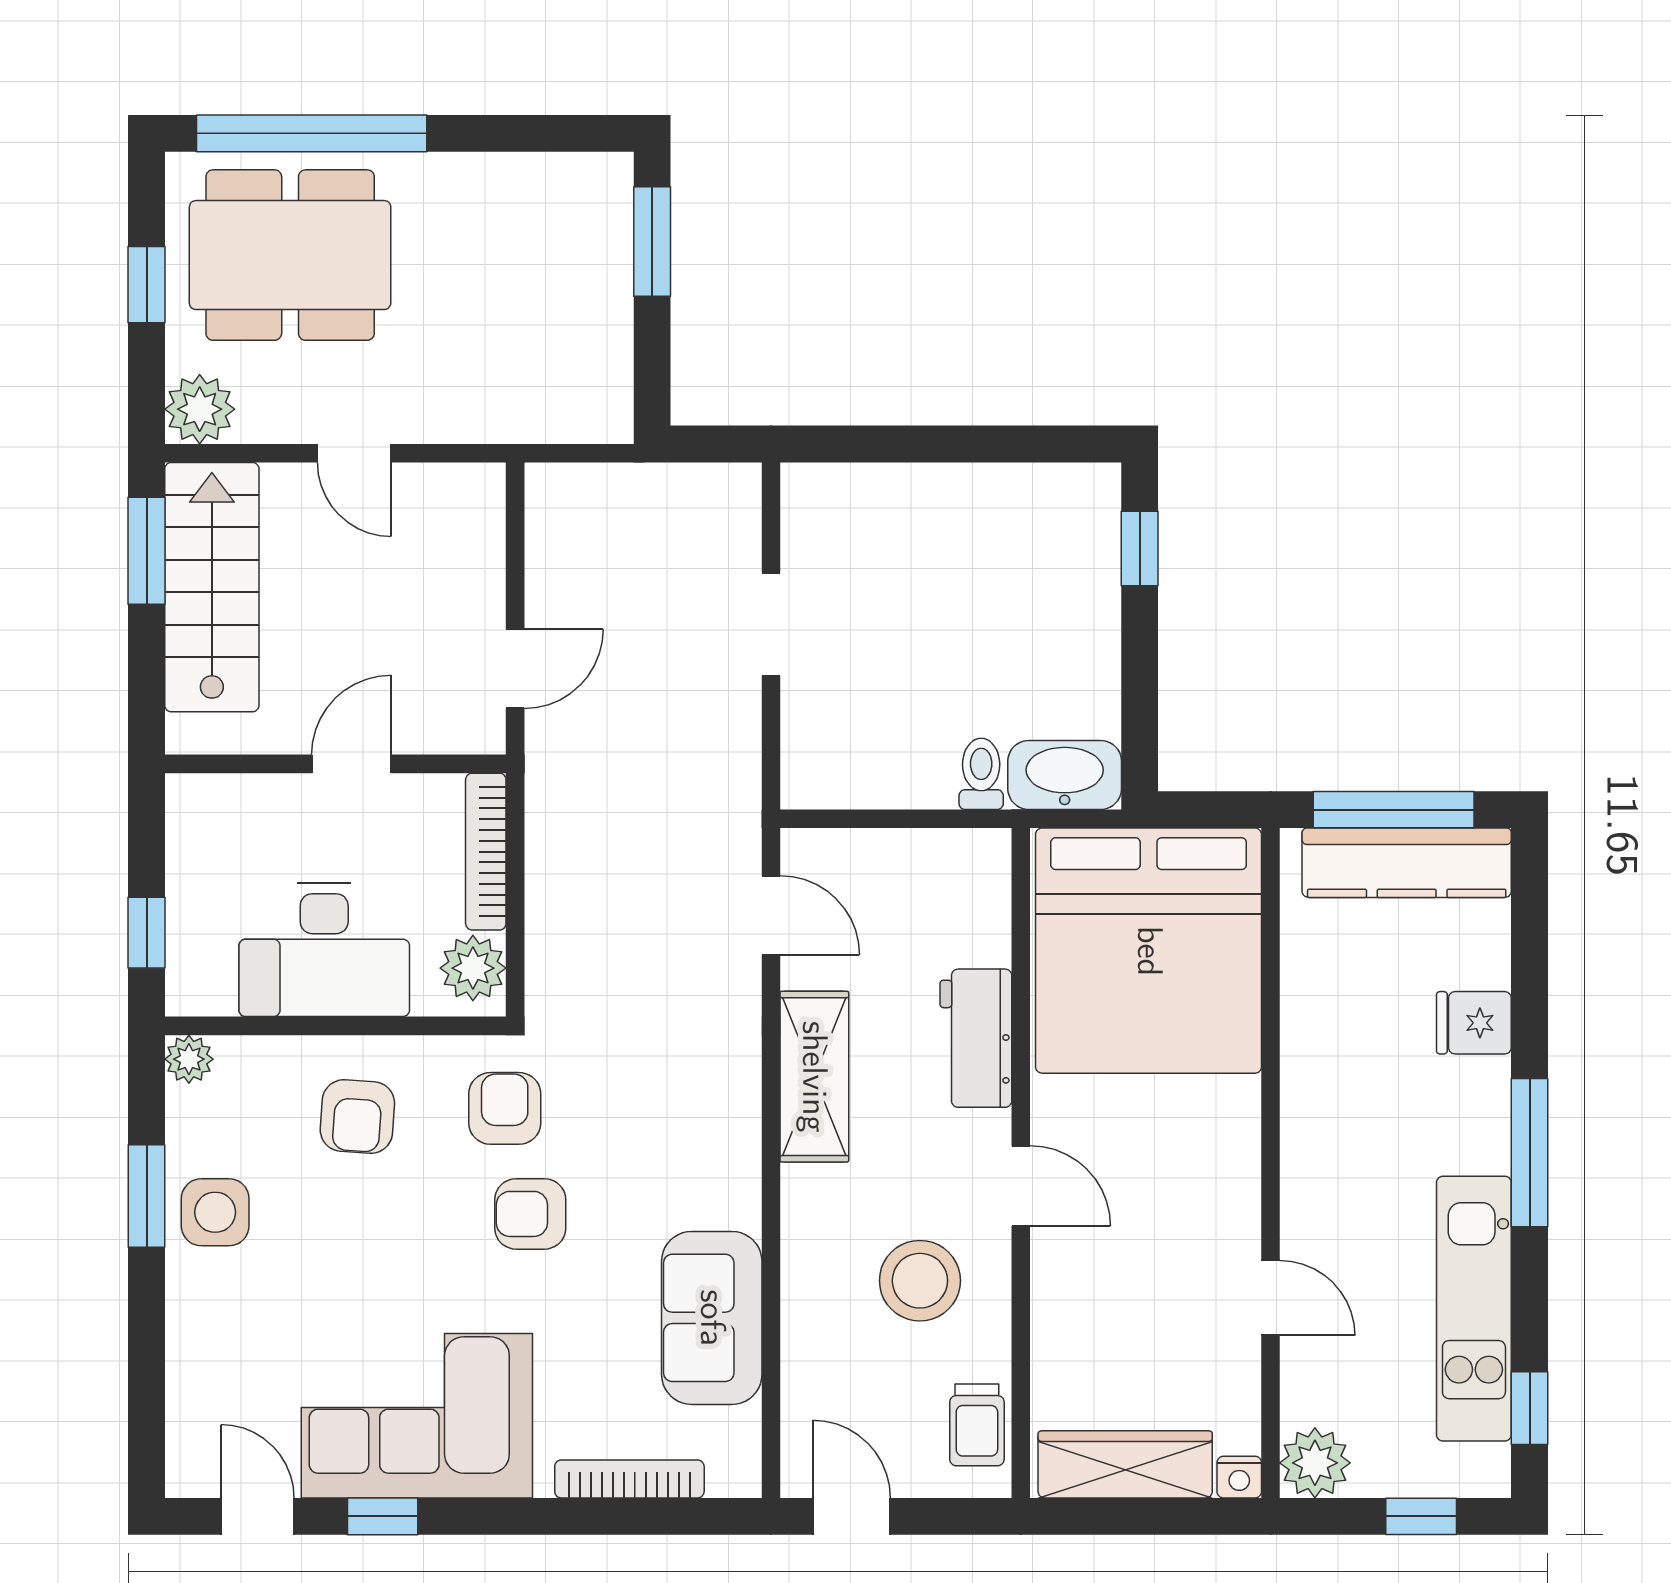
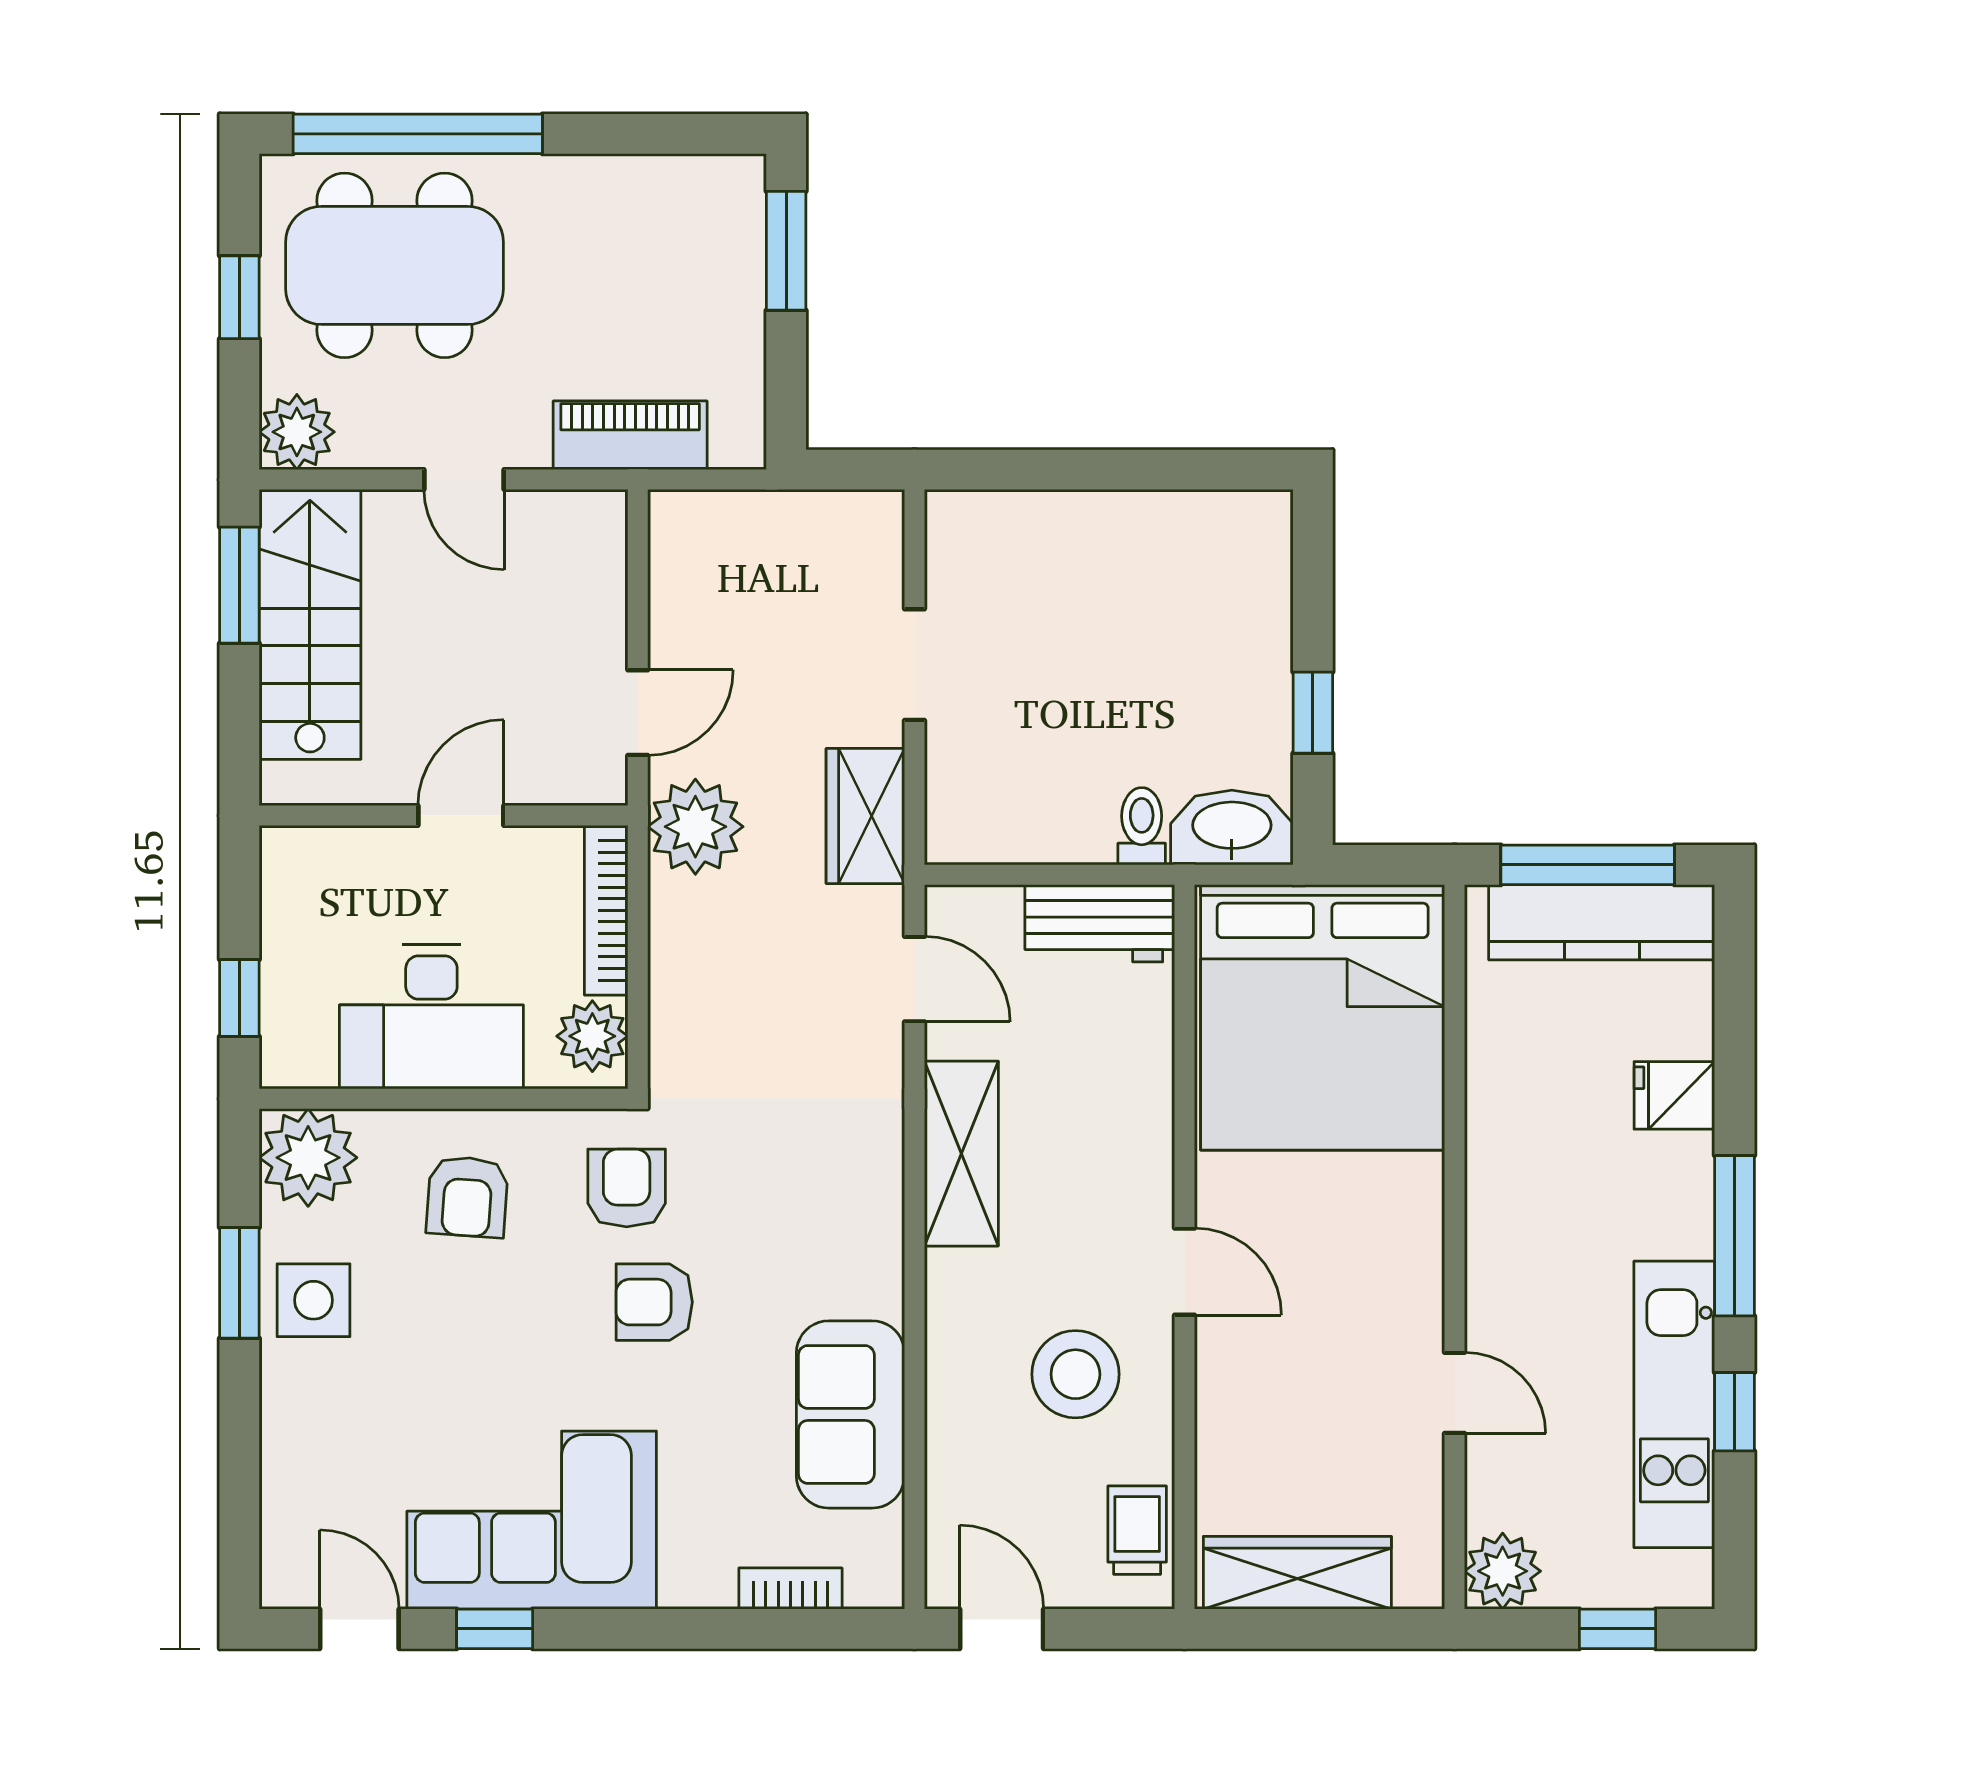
piano: (508, 412) -> (630, 435), added
window: (1140, 549) -> (1313, 713), moved
wardrobe: (726, 764) -> (865, 816), added
plant: (568, 774) -> (695, 827), added
workbench: (976, 1038) -> (1100, 923), moved, turned -90
plant: (189, 1059) -> (308, 1158), width x1.88, depth x1.88
window: (1530, 1408) -> (1735, 1412), moved
trolley: (977, 1425) -> (1137, 1530), turned 180
nightstand: (1239, 1477) -> (1421, 1587), removed
bookcase: (629, 1479) -> (790, 1589), width x0.64

